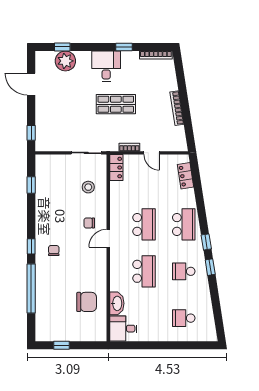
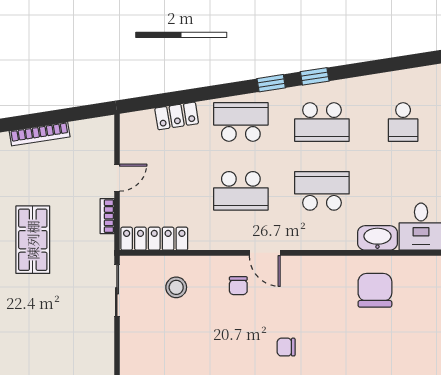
locker: (116, 168) -> (154, 239), width x1.53
locker: (185, 176) -> (177, 116), moved
school desk: (144, 224) -> (241, 191), turned 180
school desk: (184, 271) -> (322, 122), width x1.85

